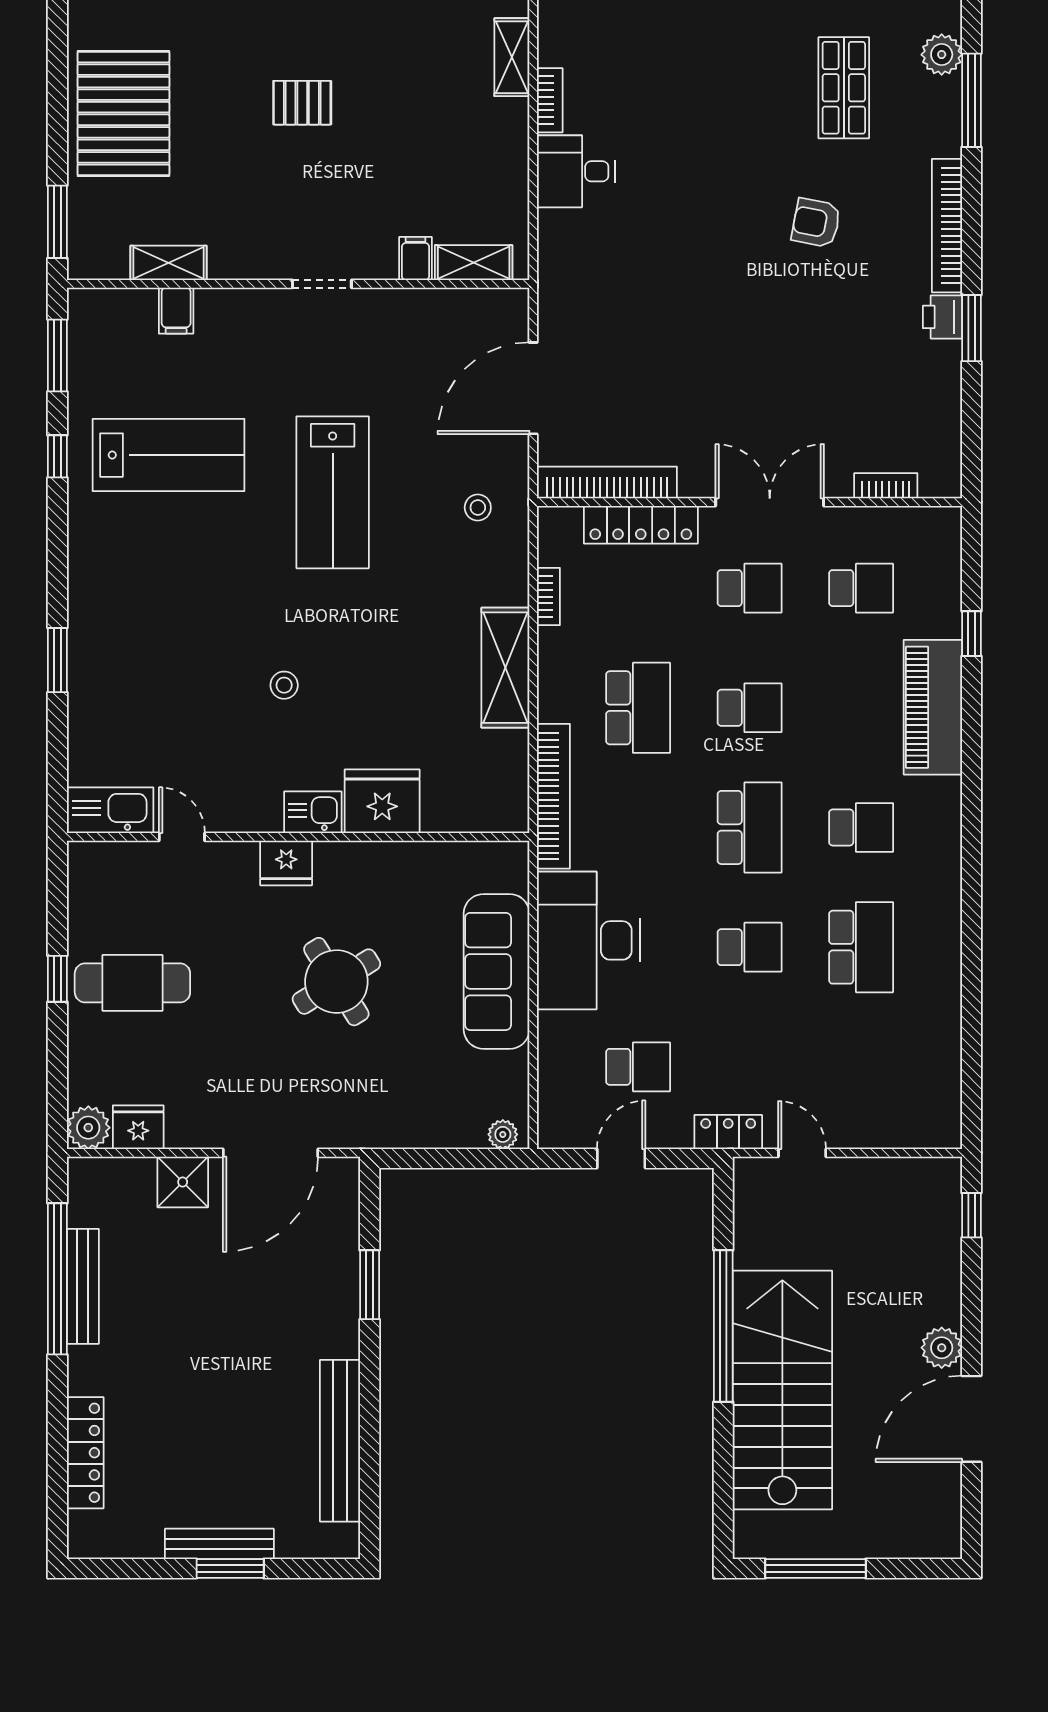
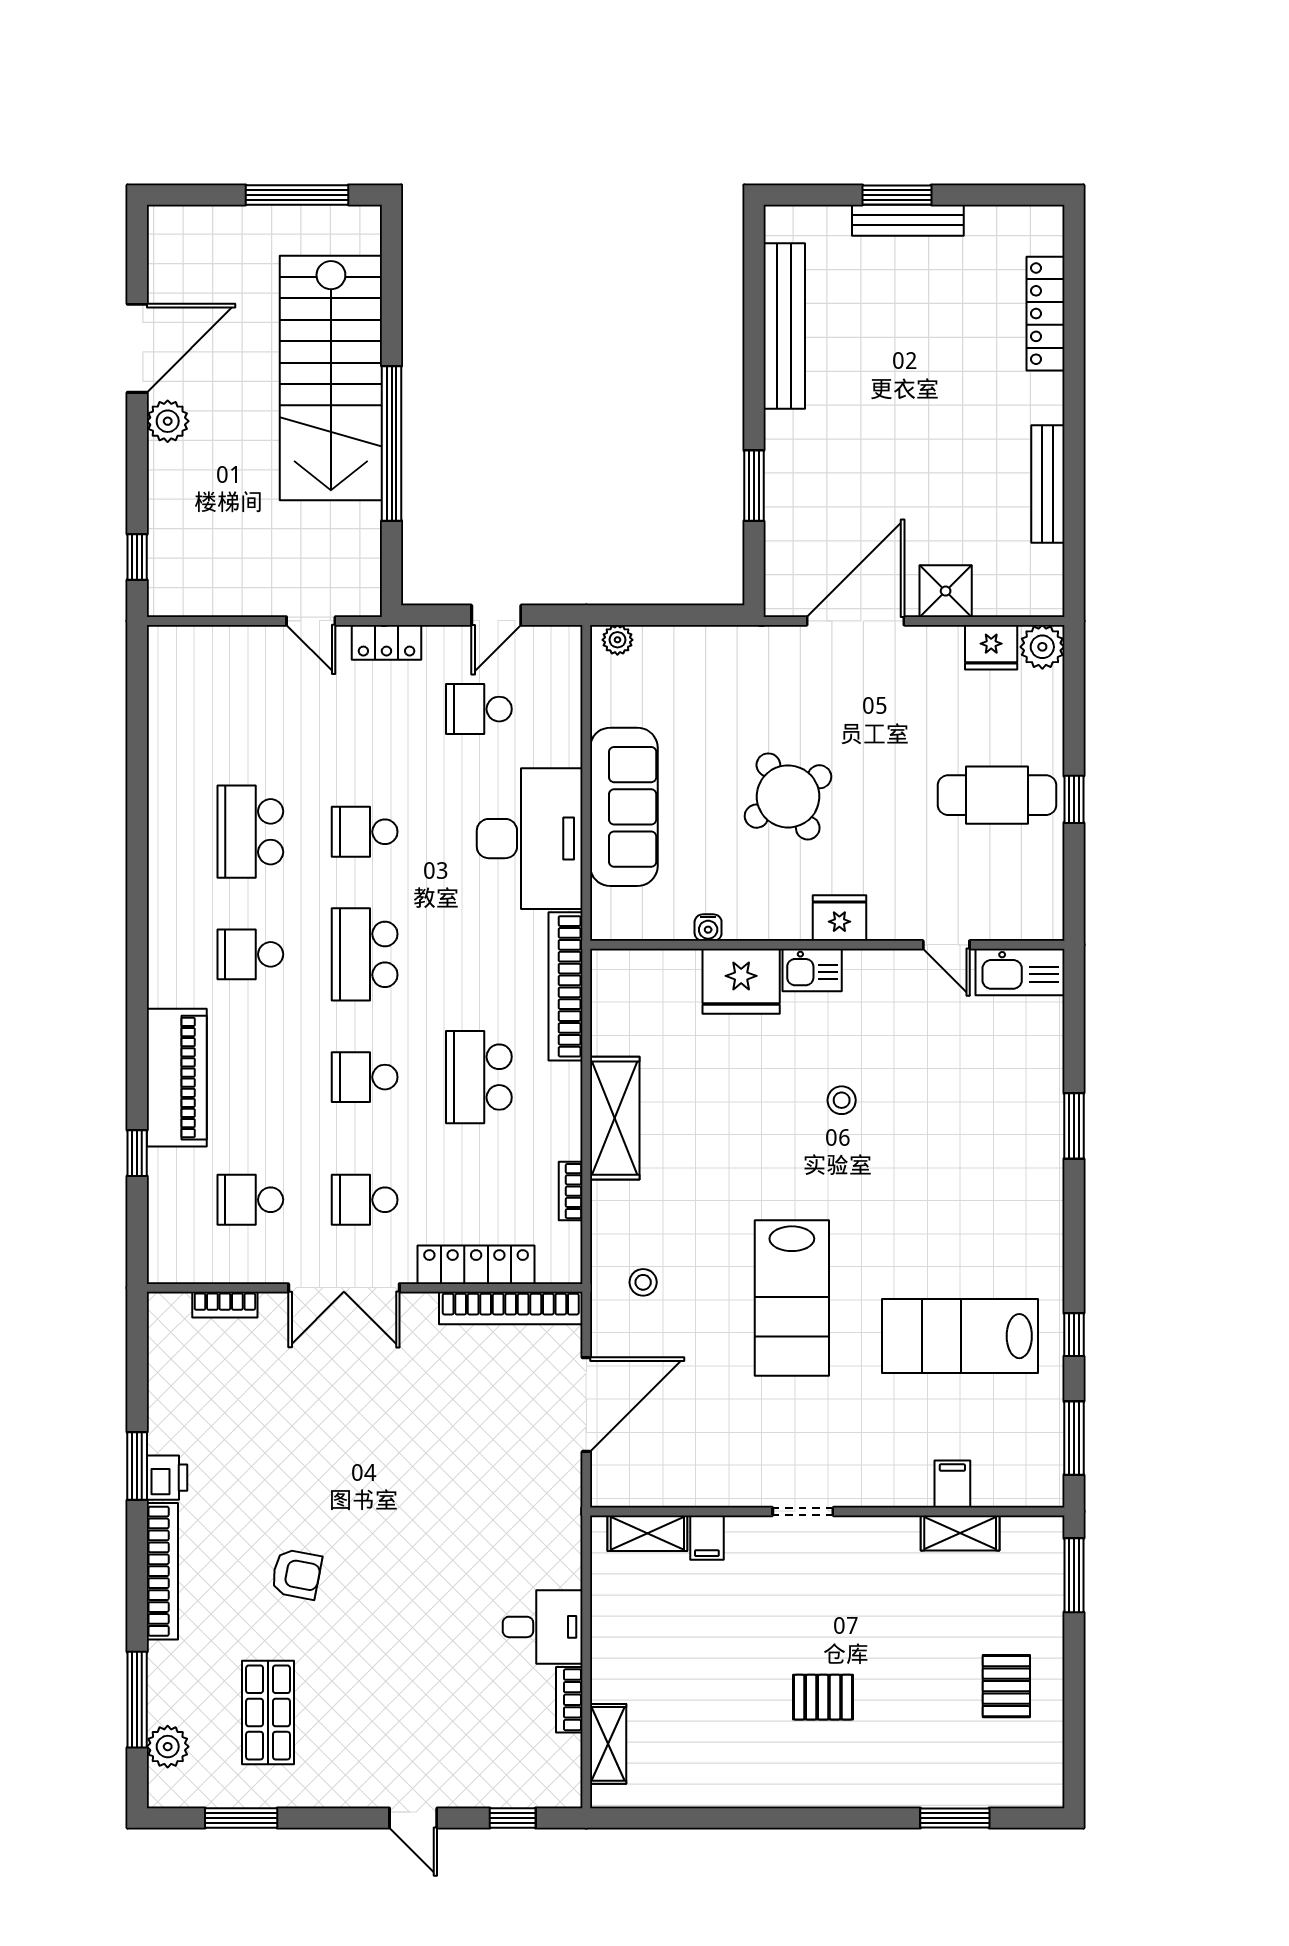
pallet: (123, 113) -> (1006, 1686), width x0.49, depth x0.50
lab bench: (333, 492) -> (792, 1298), turned 180
water cooler: (414, 854) -> (708, 928), added
window: (57, 1279) -> (1074, 492), removed

